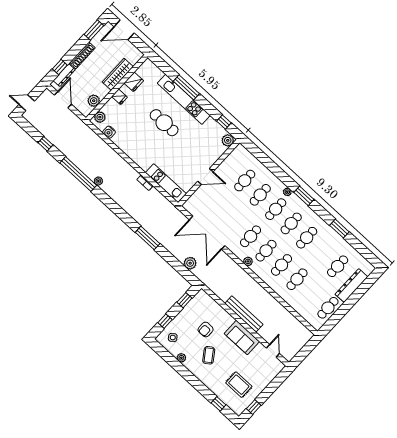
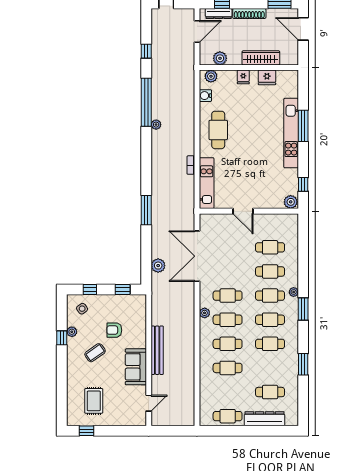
cafe table: (164, 123) -> (218, 130), moved
window: (218, 404) -> (62, 338), moved

